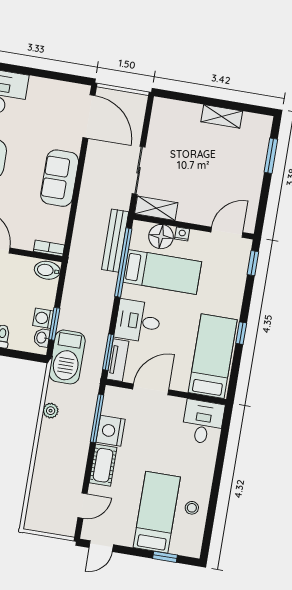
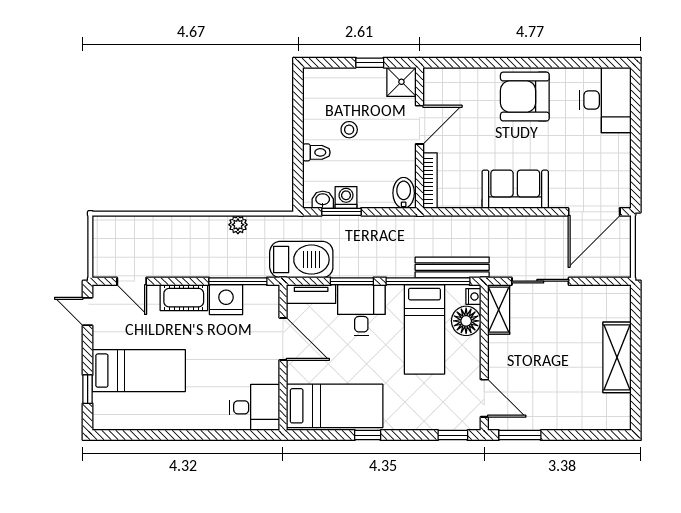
shelving: (222, 116) -> (617, 357), width x1.50, depth x1.33
window: (271, 156) -> (520, 435), moved
nightstand: (182, 234) -> (473, 296), moved
bookcase: (49, 248) -> (430, 181), width x1.56
window: (108, 352) -> (352, 281), moved
barbecue: (67, 357) -> (301, 260), moved, turned 180
stool: (192, 508) -> (151, 411), removed

